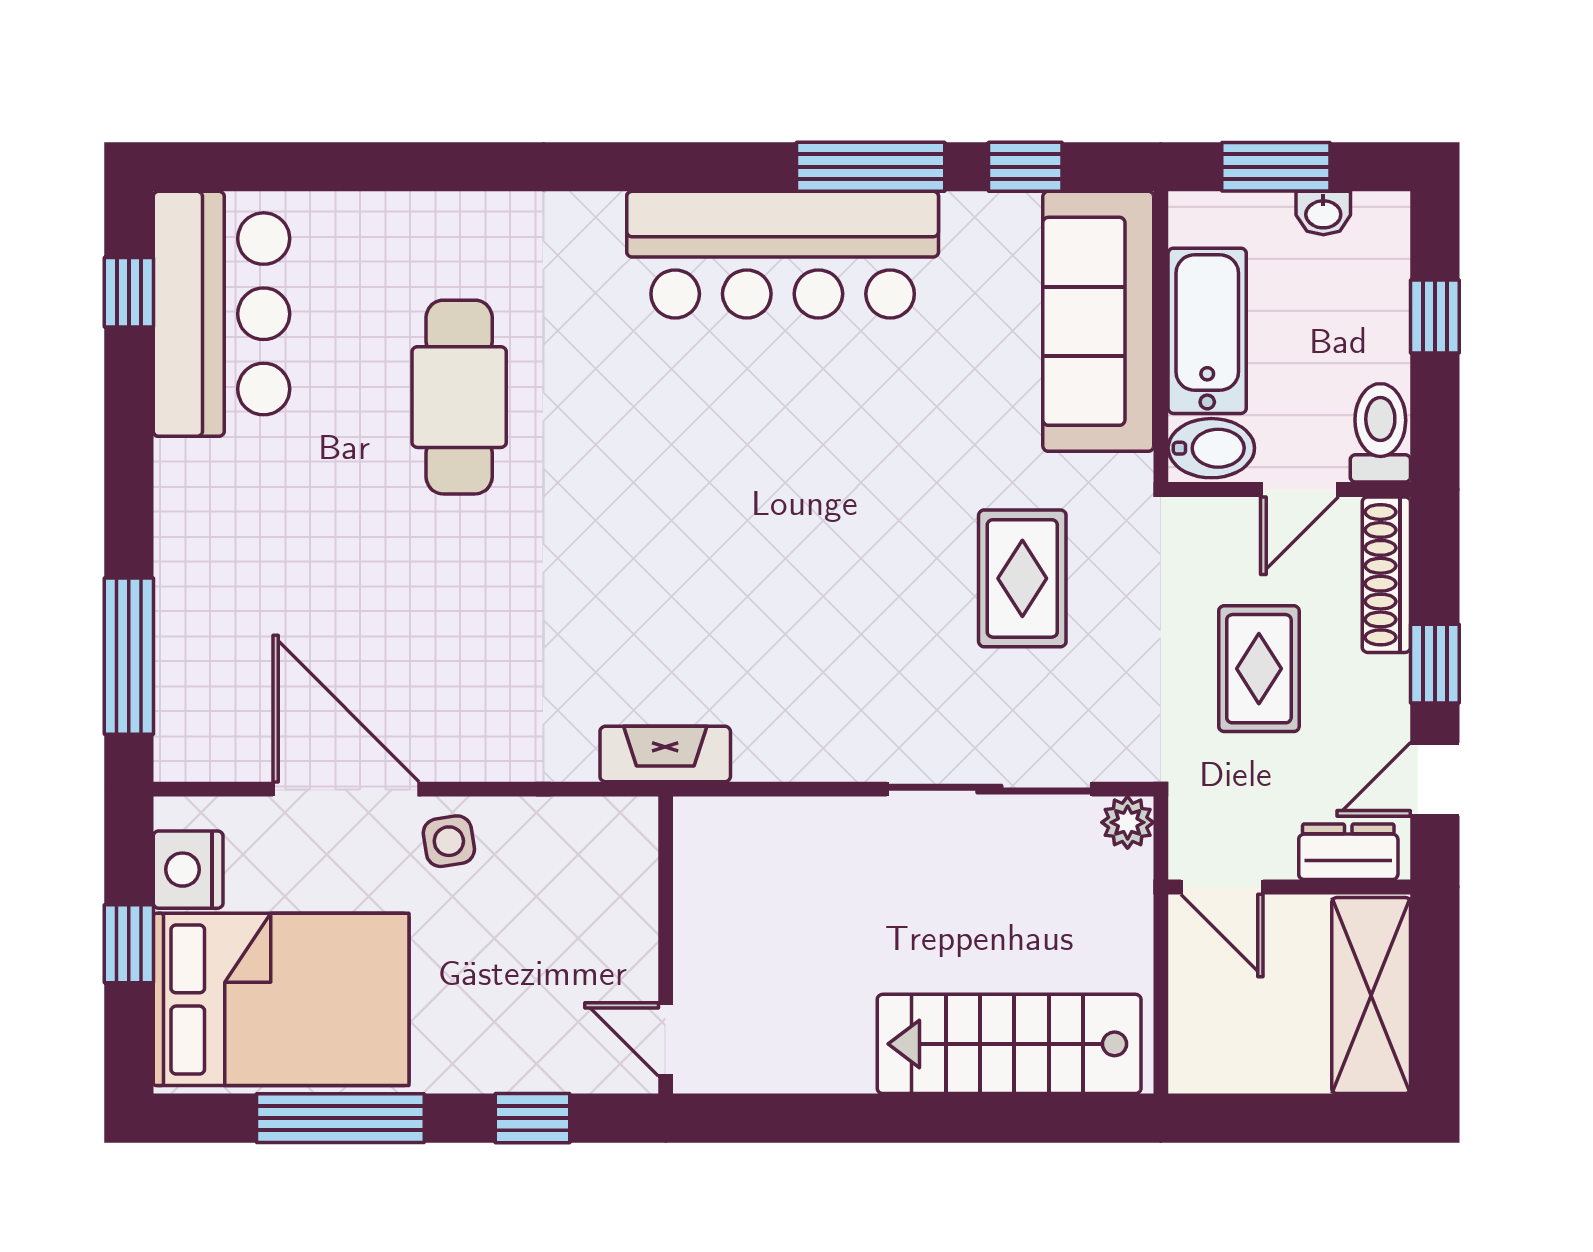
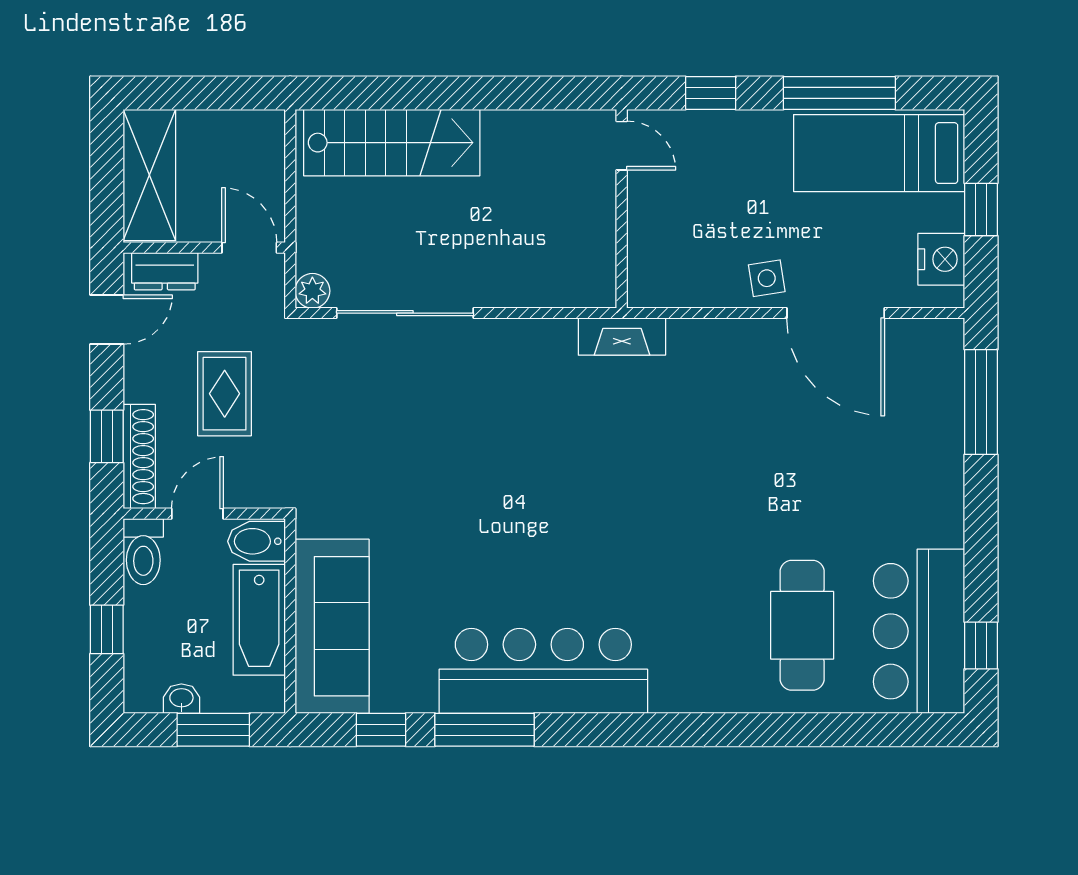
cafe table: (459, 397) -> (802, 625), moved
rug: (1022, 578) -> (383, 454), removed
window: (1435, 664) -> (107, 436), moved
bed: (281, 999) -> (879, 153), width x0.67

